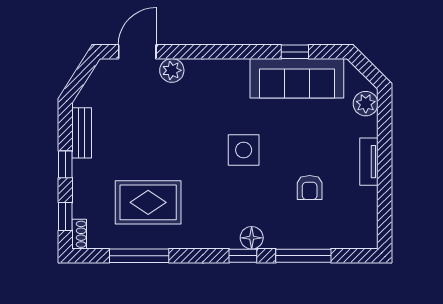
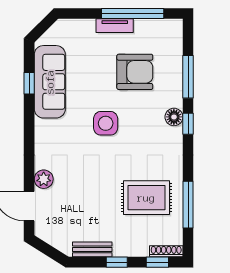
plant: (366, 104) -> (70, 28), removed
window: (385, 185) -> (133, 13), added
armchair: (310, 187) -> (135, 72), width x1.88, depth x1.88
rug: (148, 202) -> (146, 198), turned 90
shoe rack: (79, 234) -> (166, 251), width x1.43

